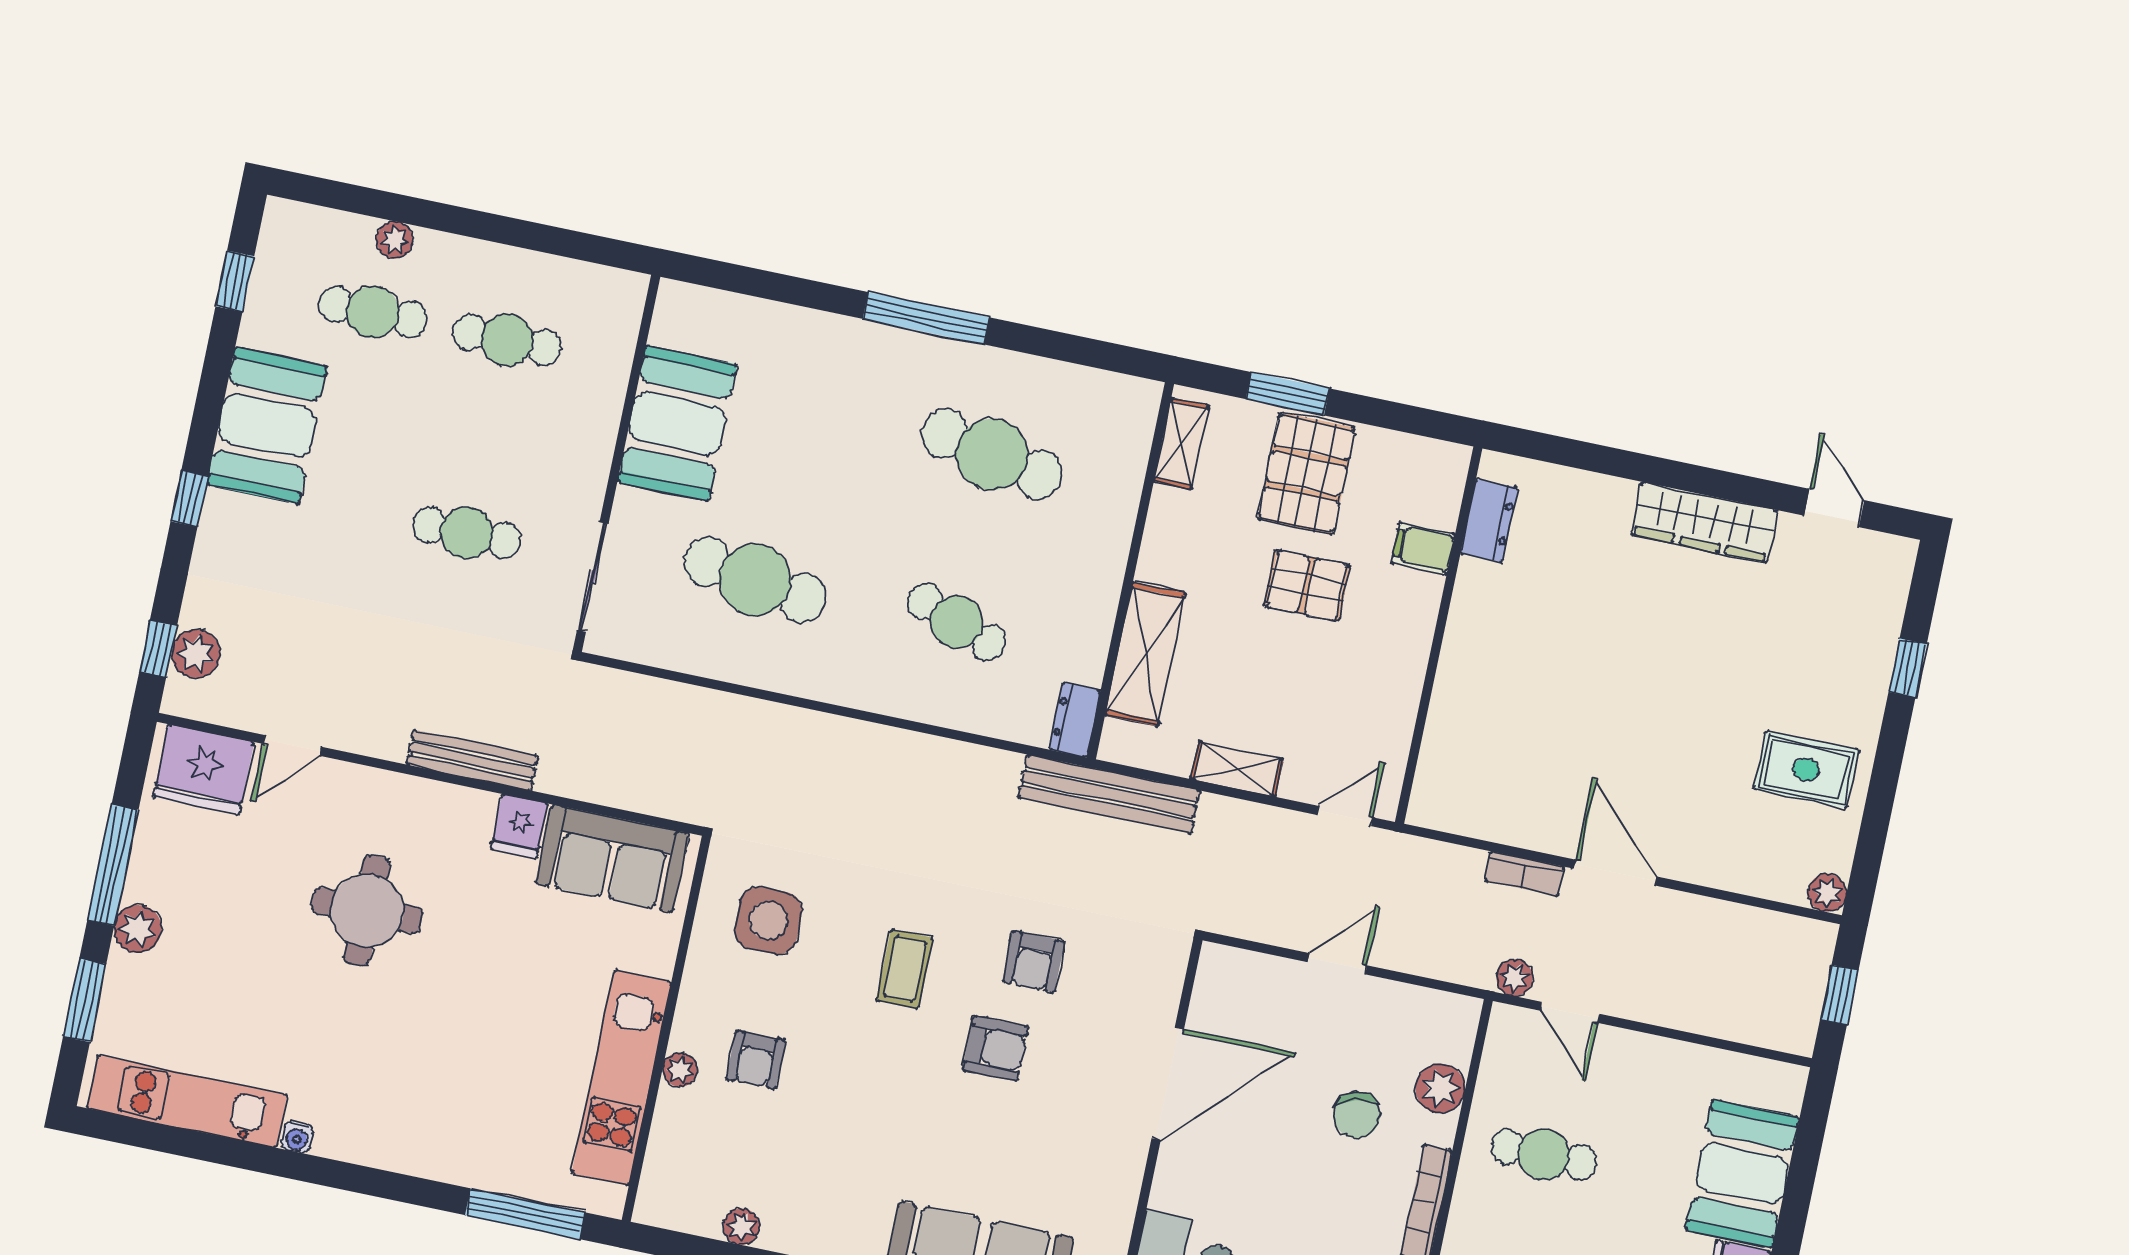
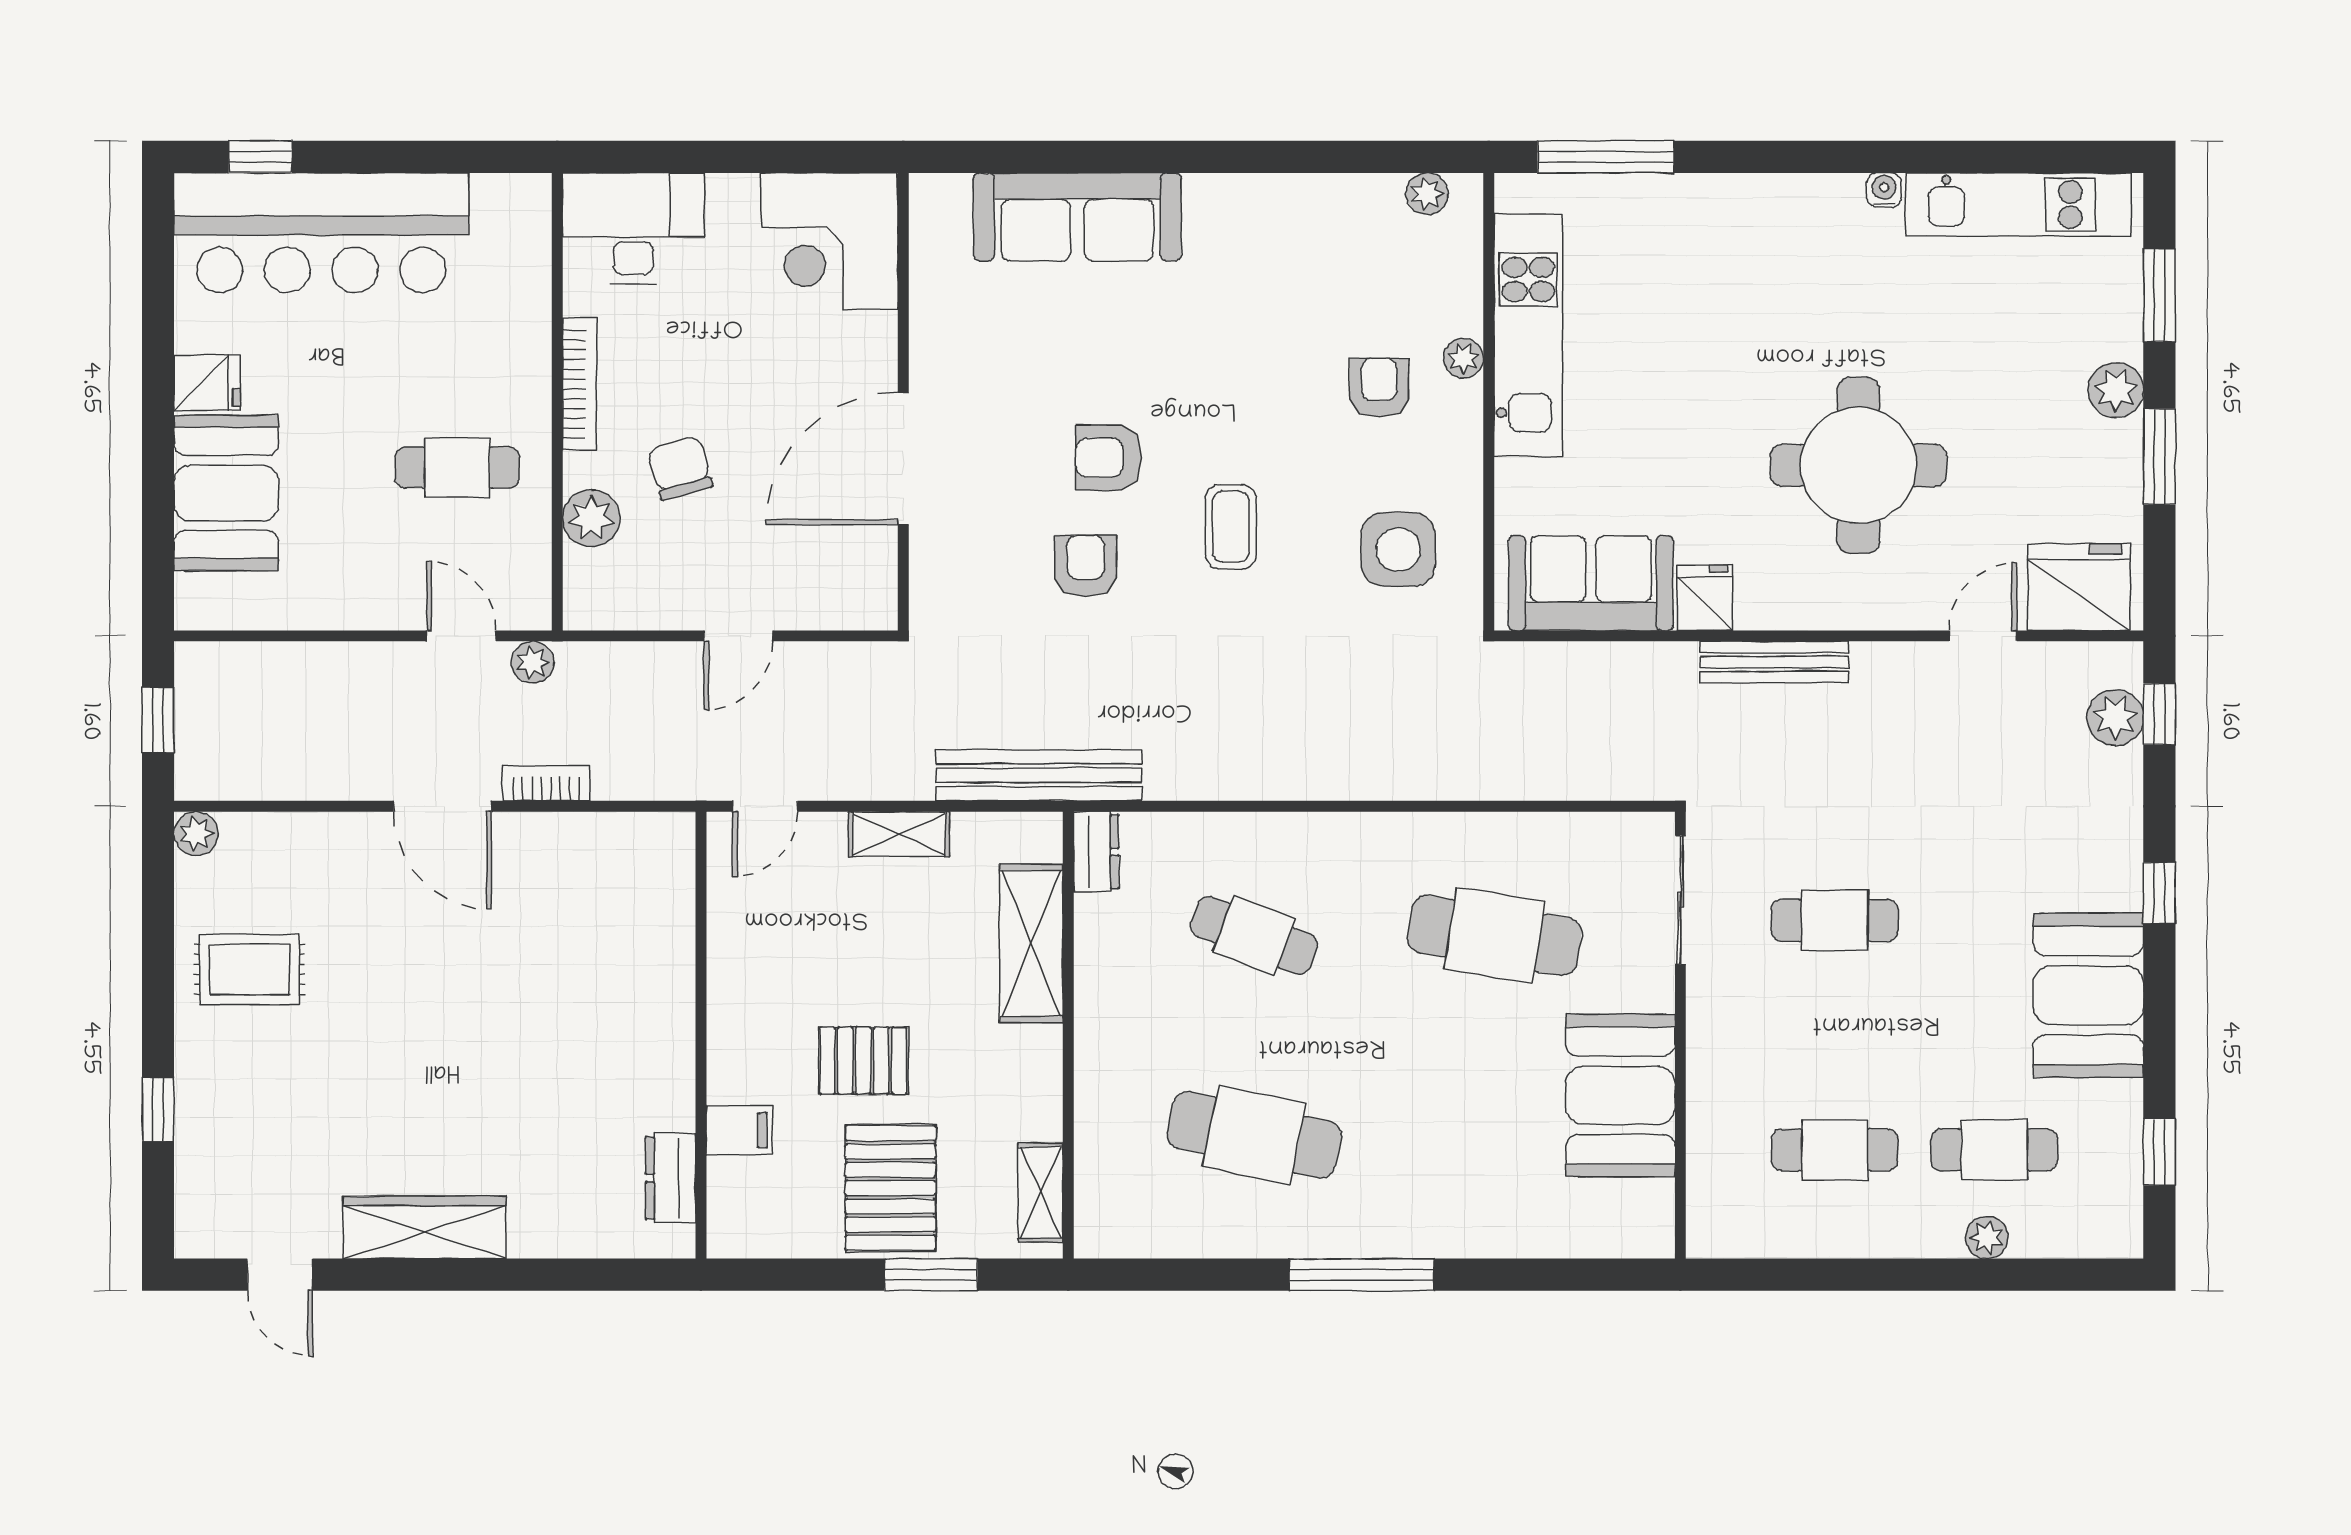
window: (113, 865) -> (2159, 457), width x0.69
round table: (367, 910) -> (1858, 465), width x1.36, depth x1.36
plant: (741, 1227) -> (1427, 194), moved

